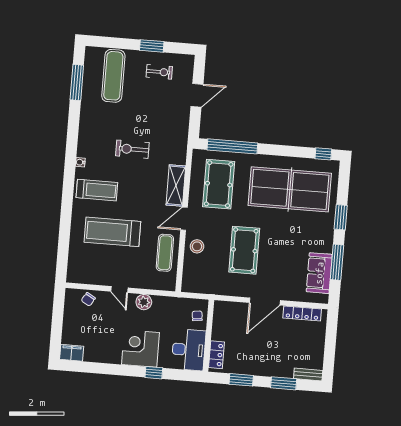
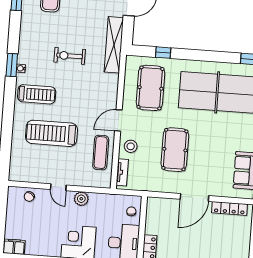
window: (232, 146) -> (163, 53), width x0.32
window: (71, 159) -> (12, 65), added
shelving: (176, 185) -> (114, 45), moved, width x1.47
tv unit: (188, 274) -> (122, 172), added

